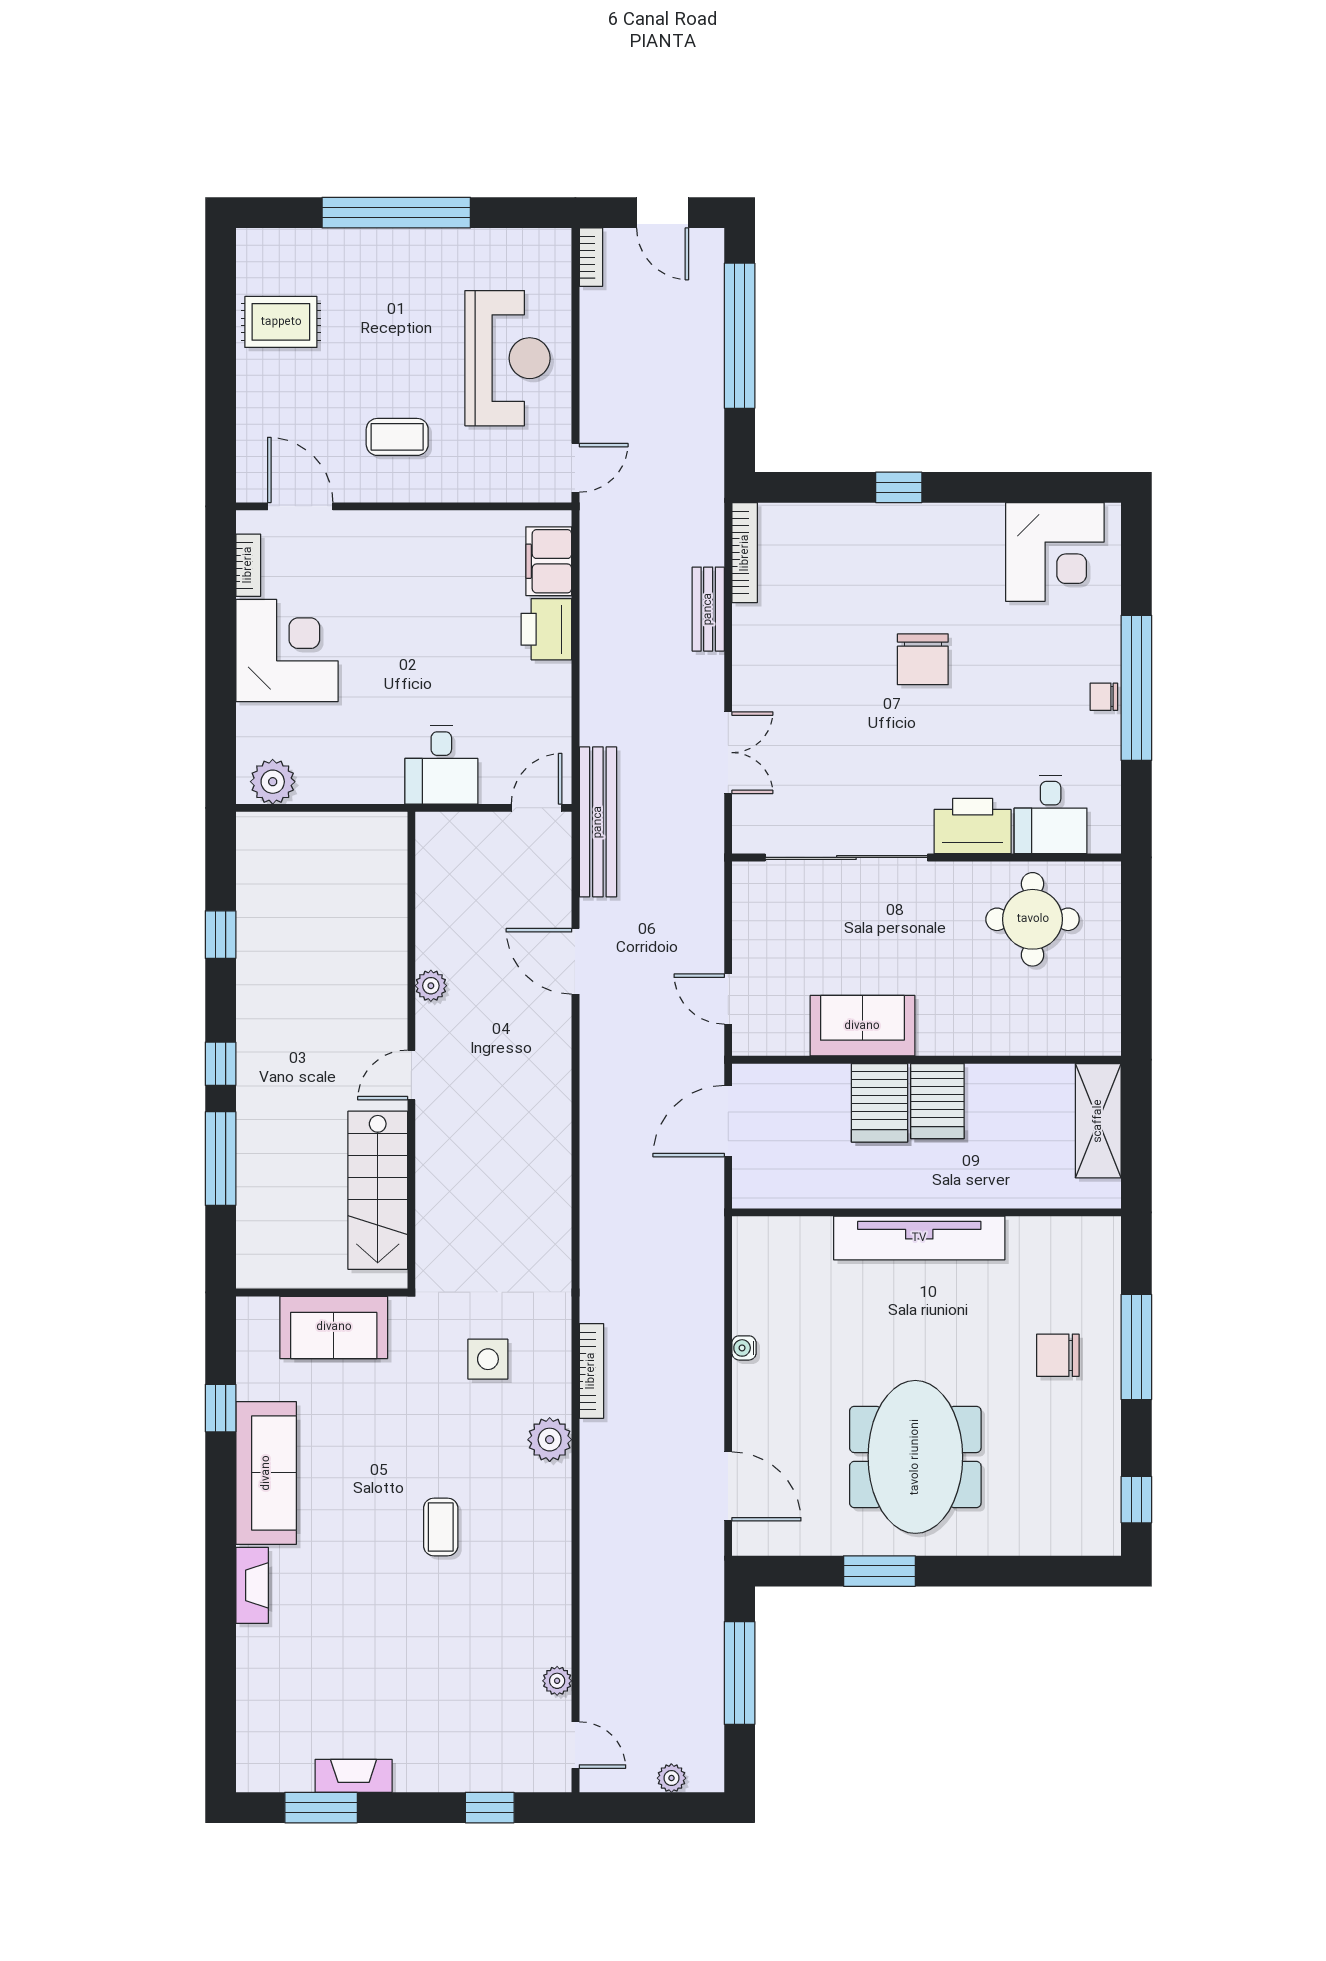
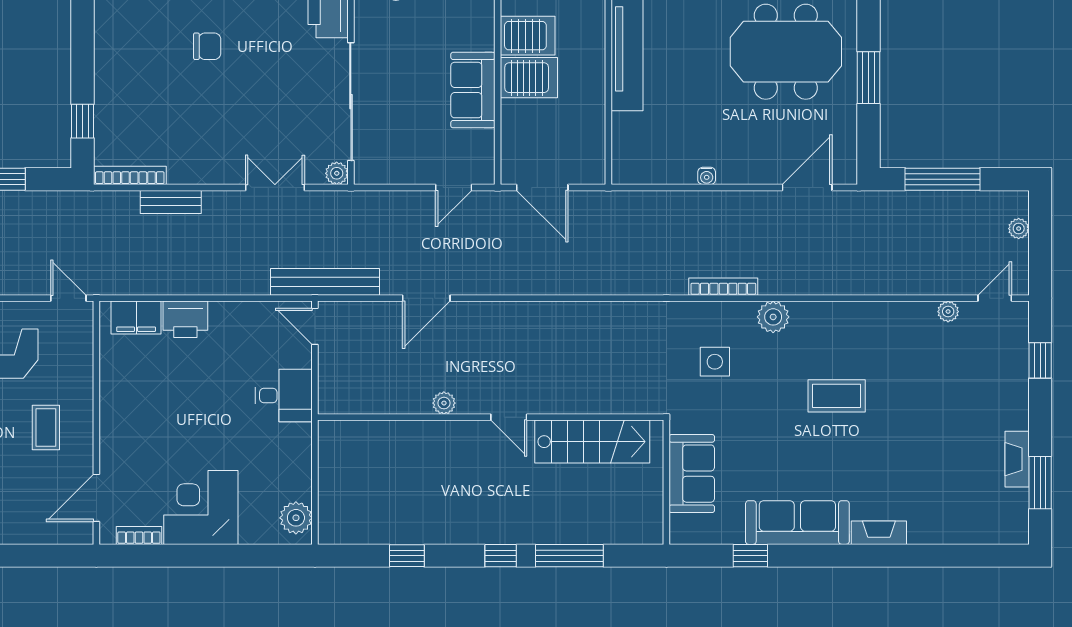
window: (899, 487) -> (82, 121), moved
chair: (923, 659) -> (207, 46), width x0.73, depth x0.73
plant: (748, 838) -> (337, 173), added
coffee table: (441, 1527) -> (837, 396), width x1.36, depth x1.30

